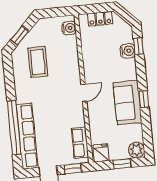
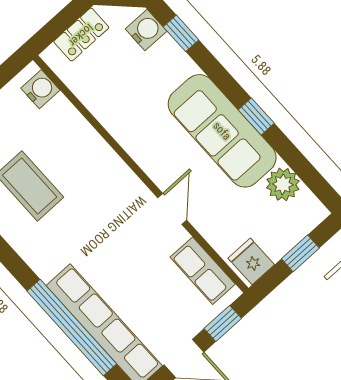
water cooler: (128, 51) -> (146, 30), moved
door: (84, 93) -> (172, 209), moved
sofa: (127, 103) -> (222, 131), width x1.36
plant: (137, 150) -> (283, 184), moved

